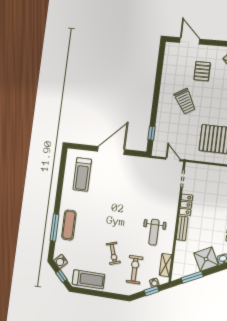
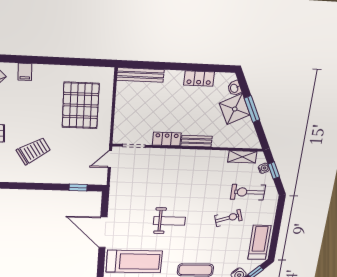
treadmill: (82, 174) -> (134, 262), width x1.37, depth x1.38
weight bench: (154, 232) -> (169, 221), moved
window: (192, 277) -> (252, 109), moved

